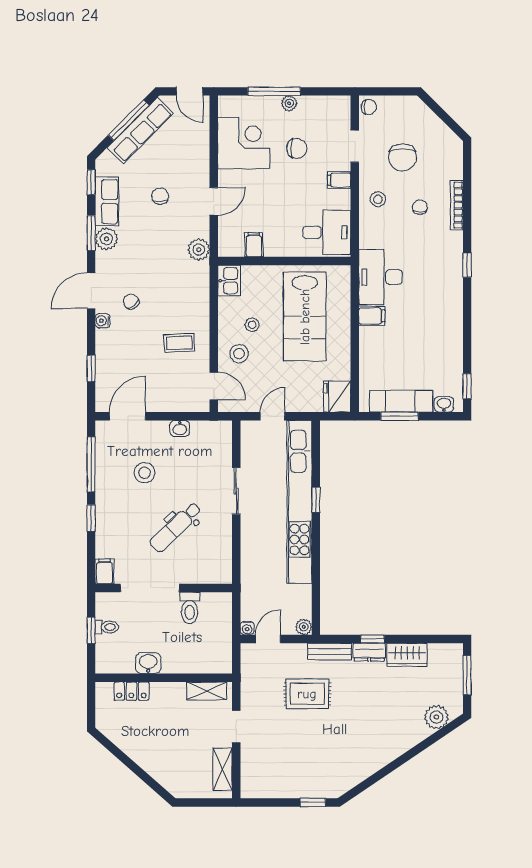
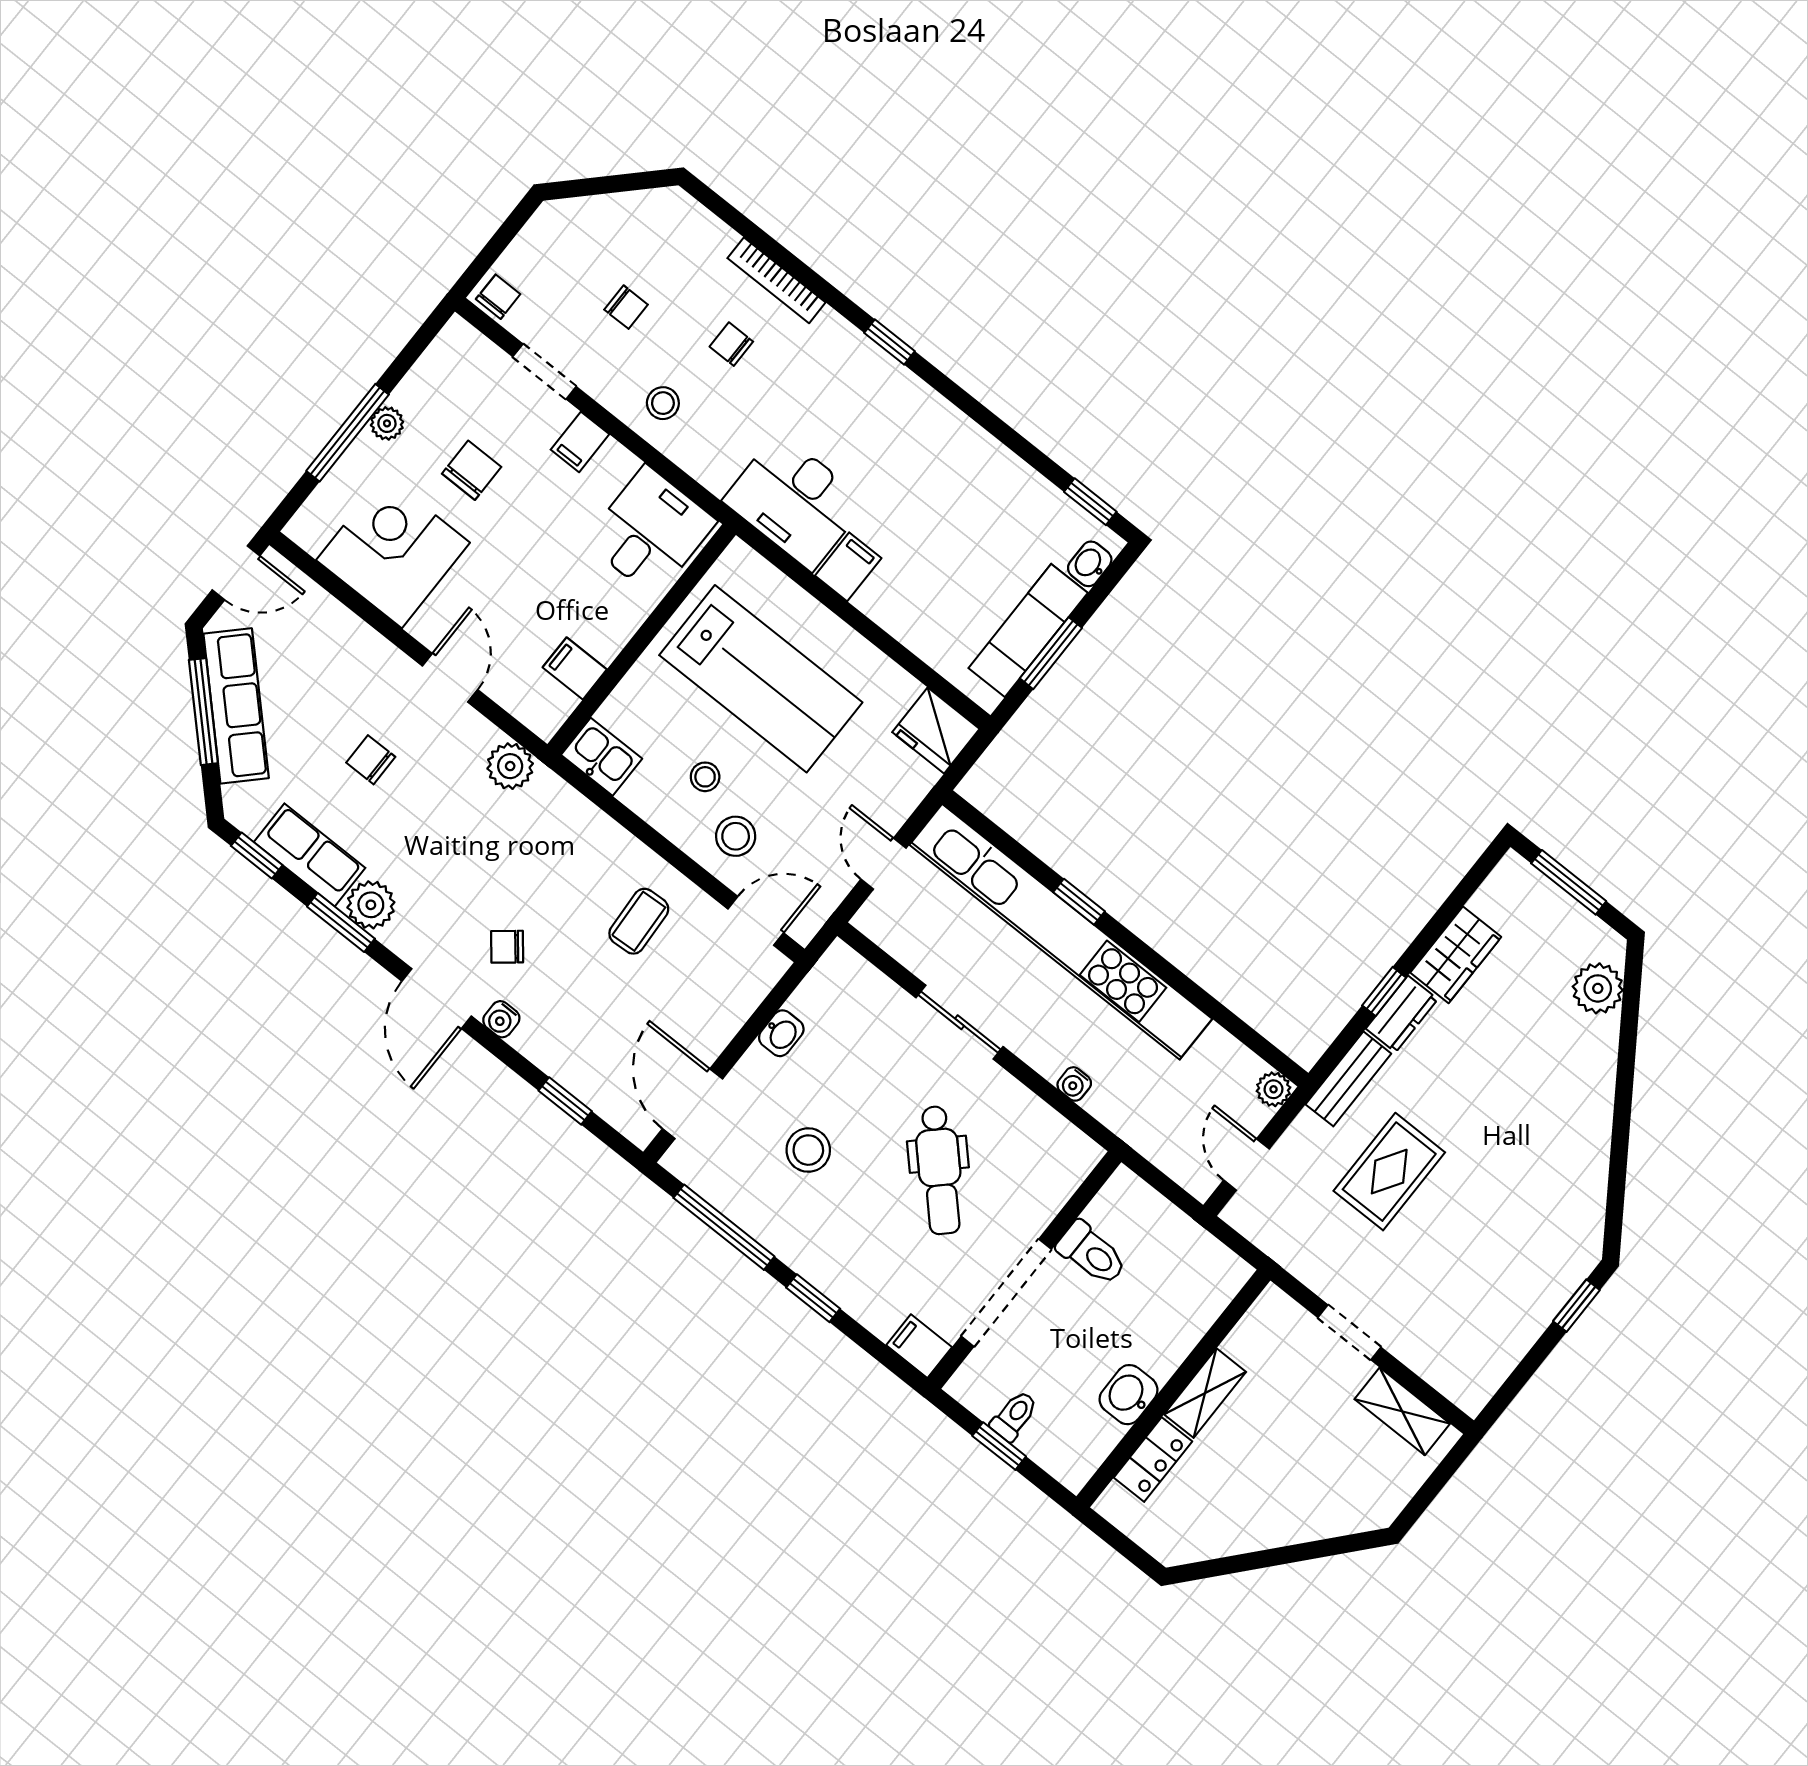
chair: (403, 157) -> (626, 307), width x0.54, depth x0.54
water cooler: (247, 628) -> (1074, 1084), moved, turned 90
shelving: (207, 691) -> (1205, 1393), moved

